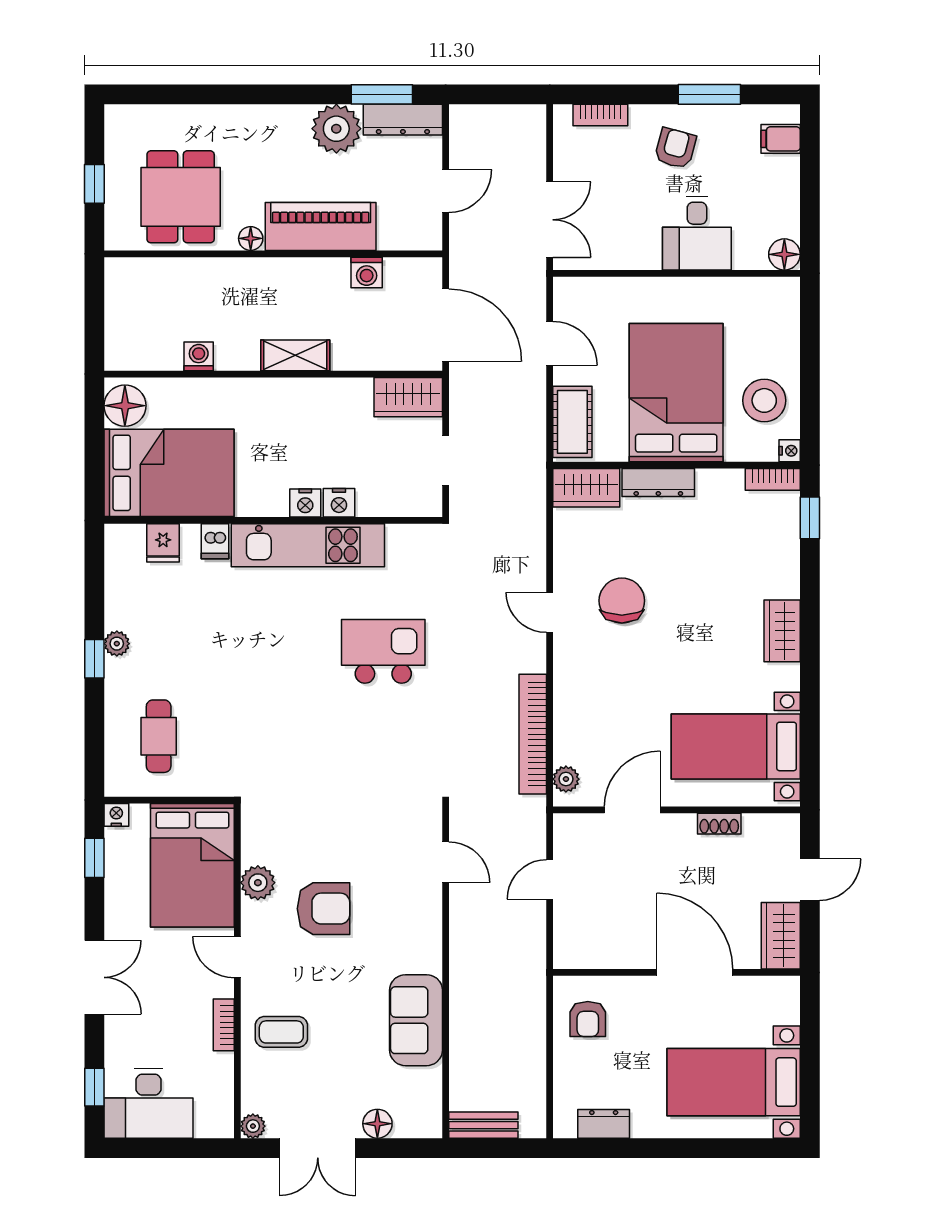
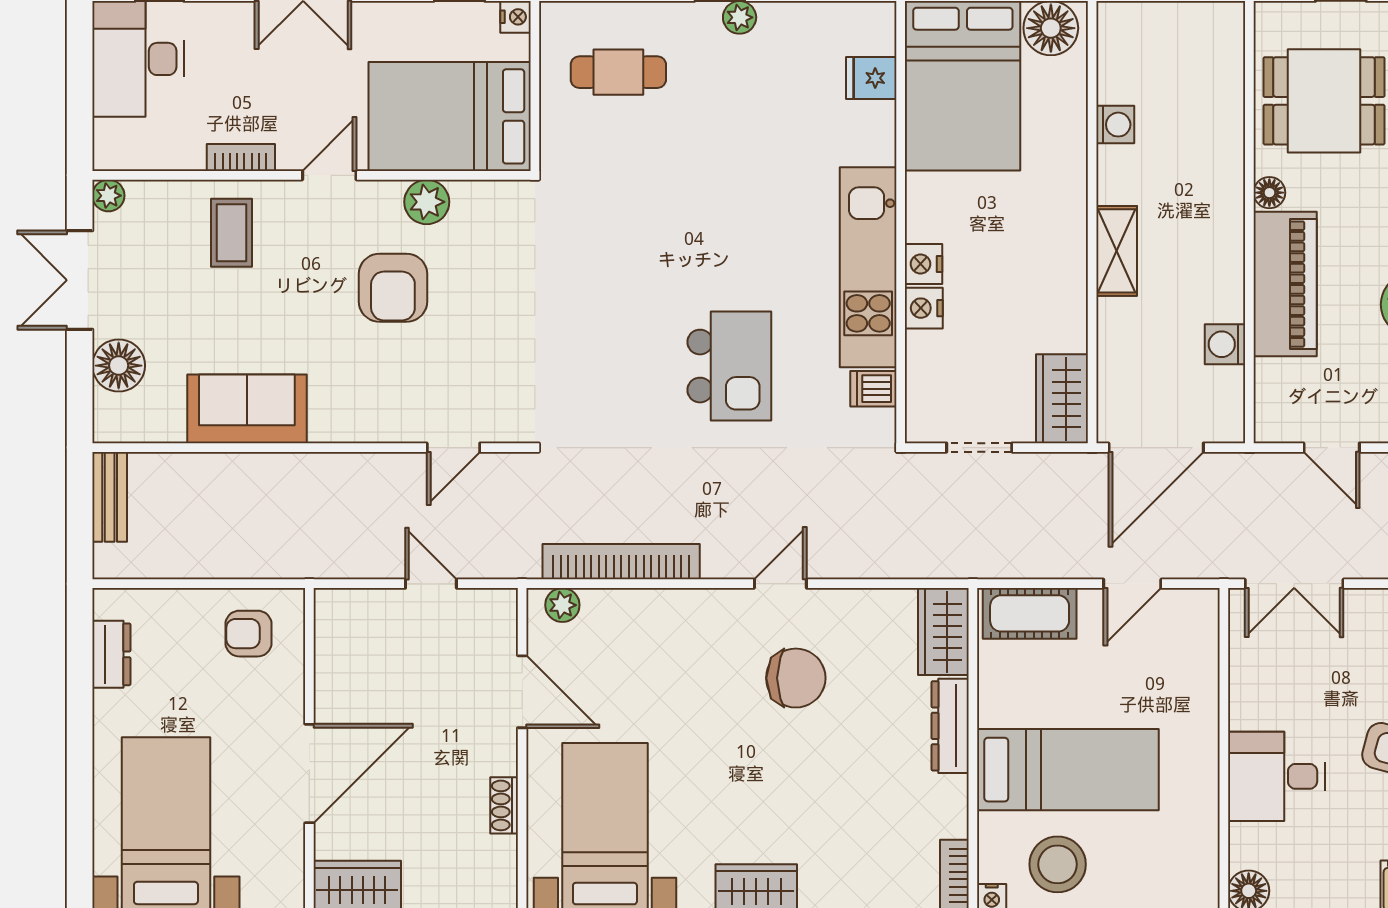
bed: (676, 393) -> (1068, 770), width x0.67
dishwasher: (215, 541) -> (873, 389), moved
floor lamp: (377, 1124) -> (119, 366), width x1.38, depth x1.38

